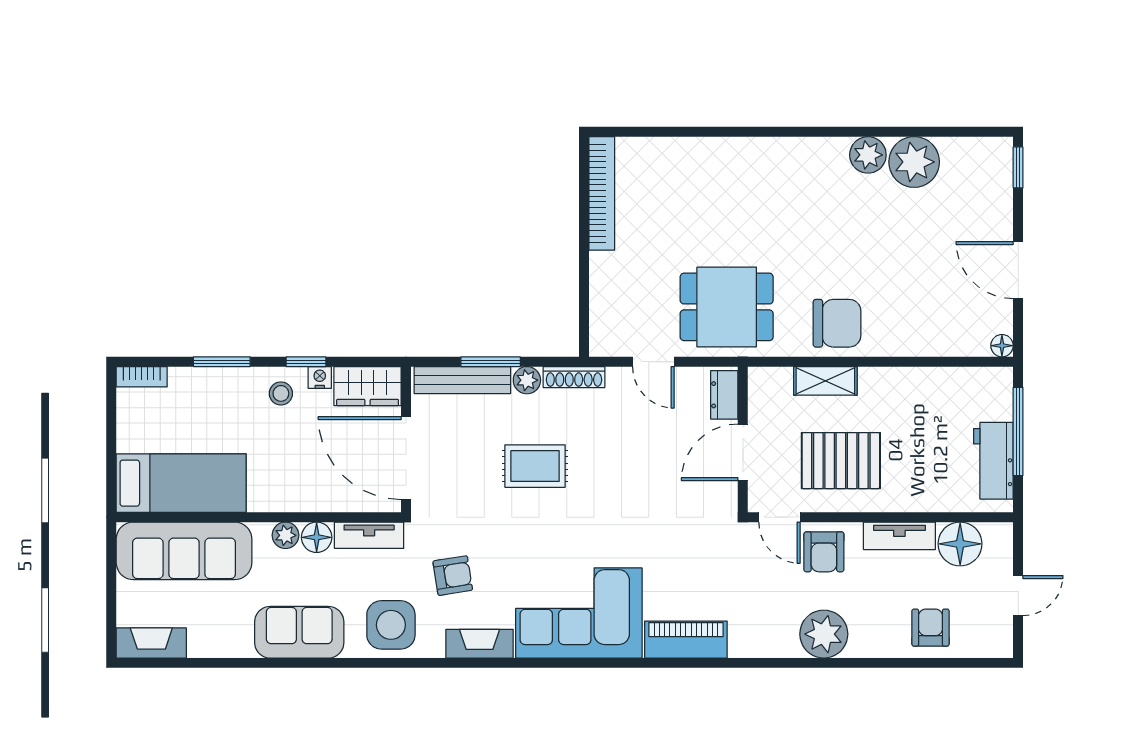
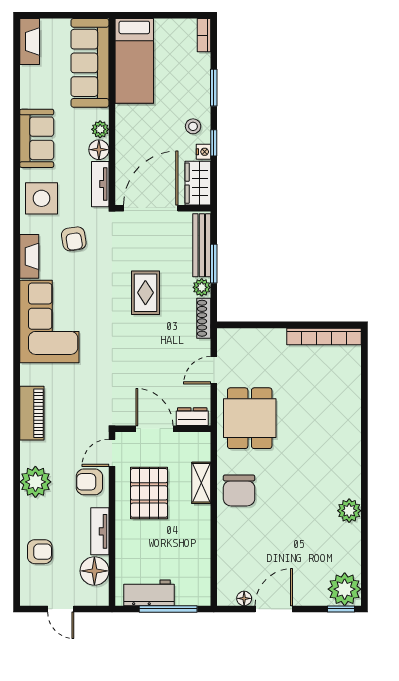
plant: (914, 162) -> (345, 589), moved
floor lamp: (1002, 346) -> (244, 598), moved
piano: (686, 640) -> (32, 413), moved

